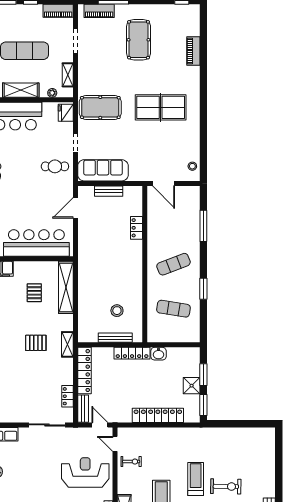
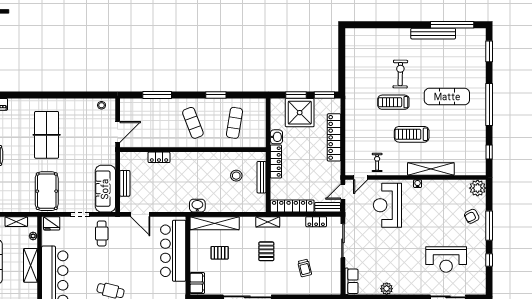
washbasin: (85, 269) -> (197, 206), added
trolley: (18, 384) -> (305, 268), added
shower: (192, 386) -> (300, 113), width x1.86, depth x1.86

